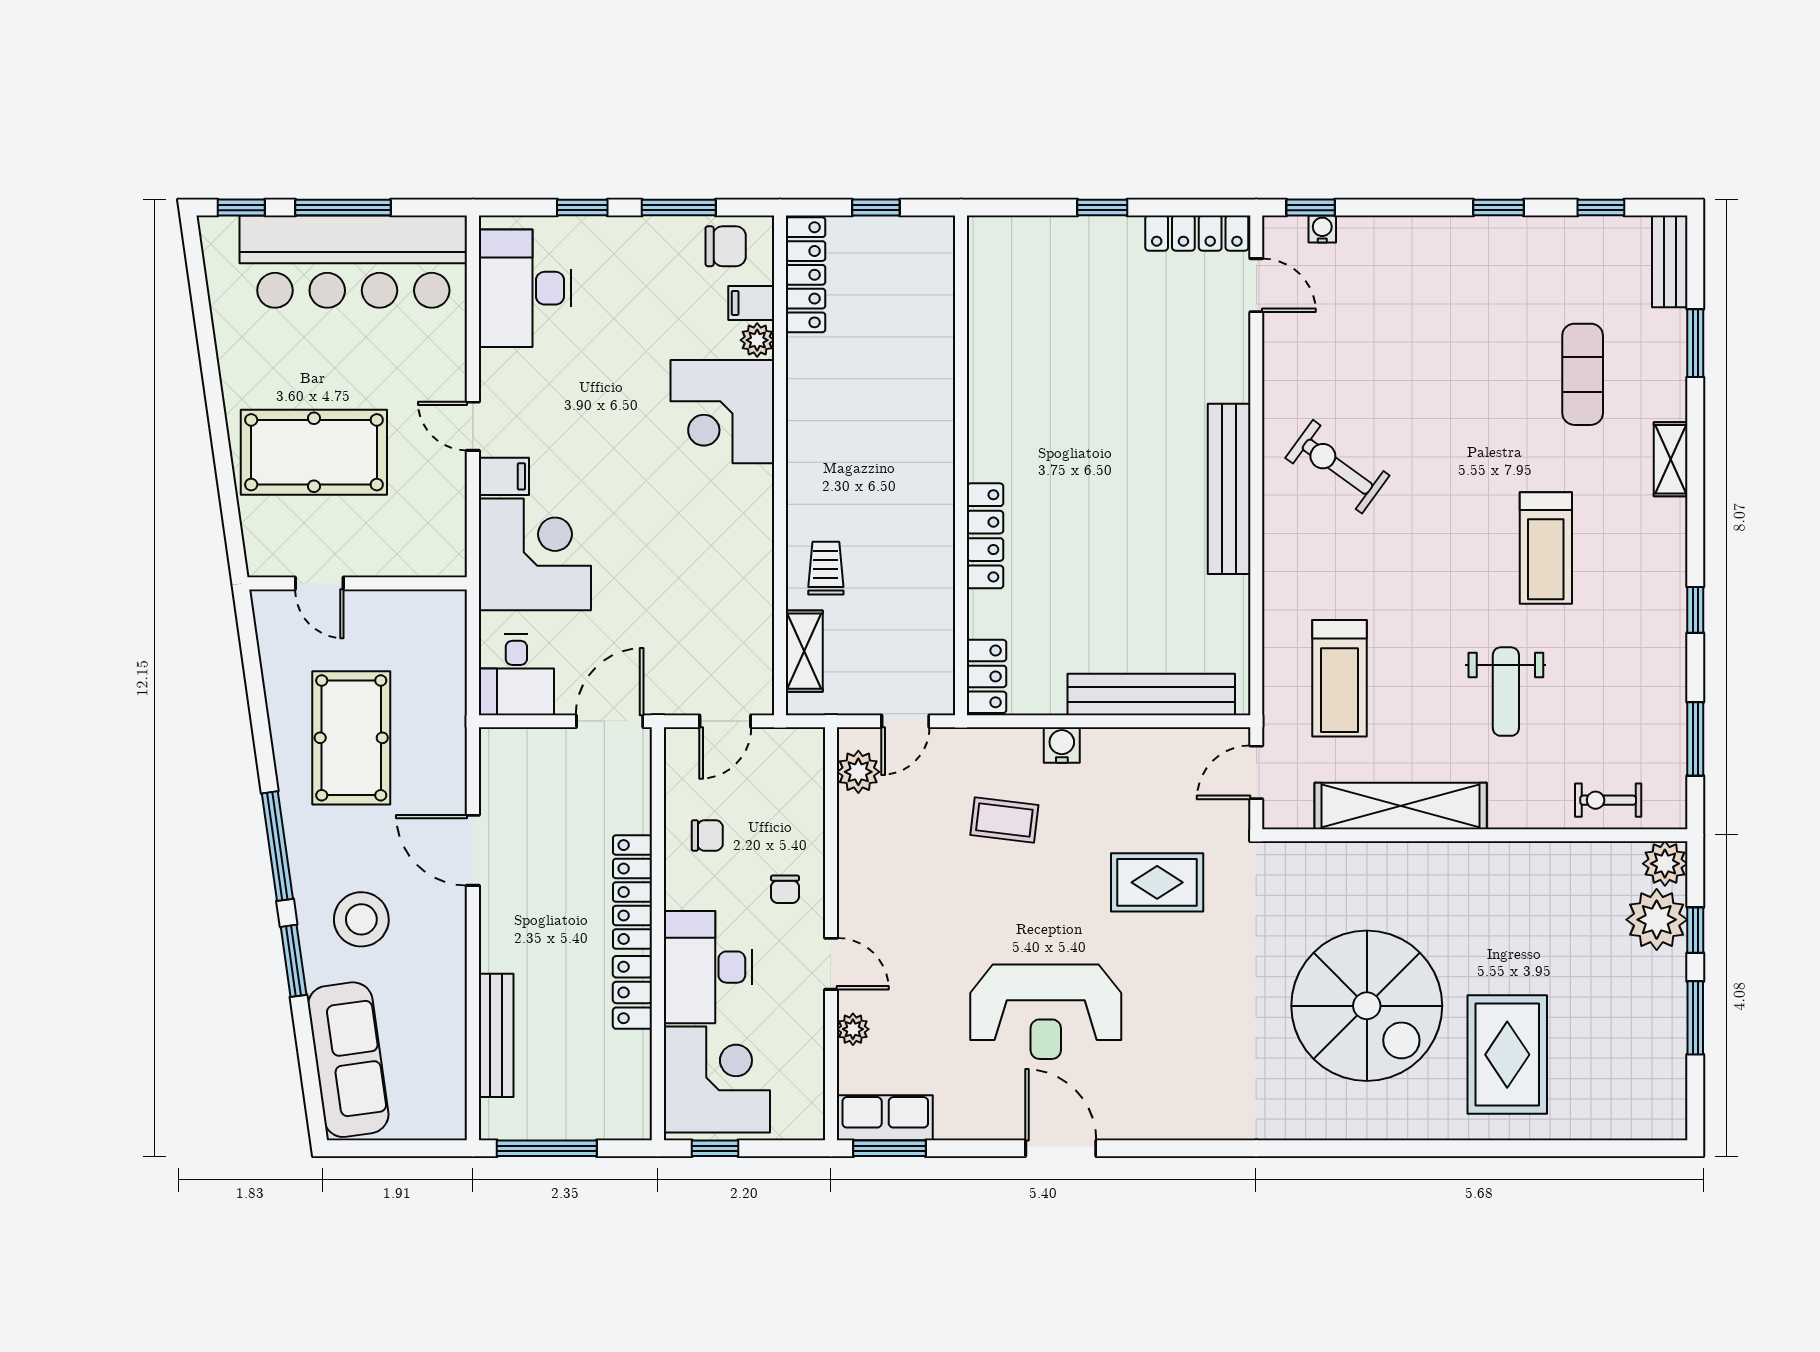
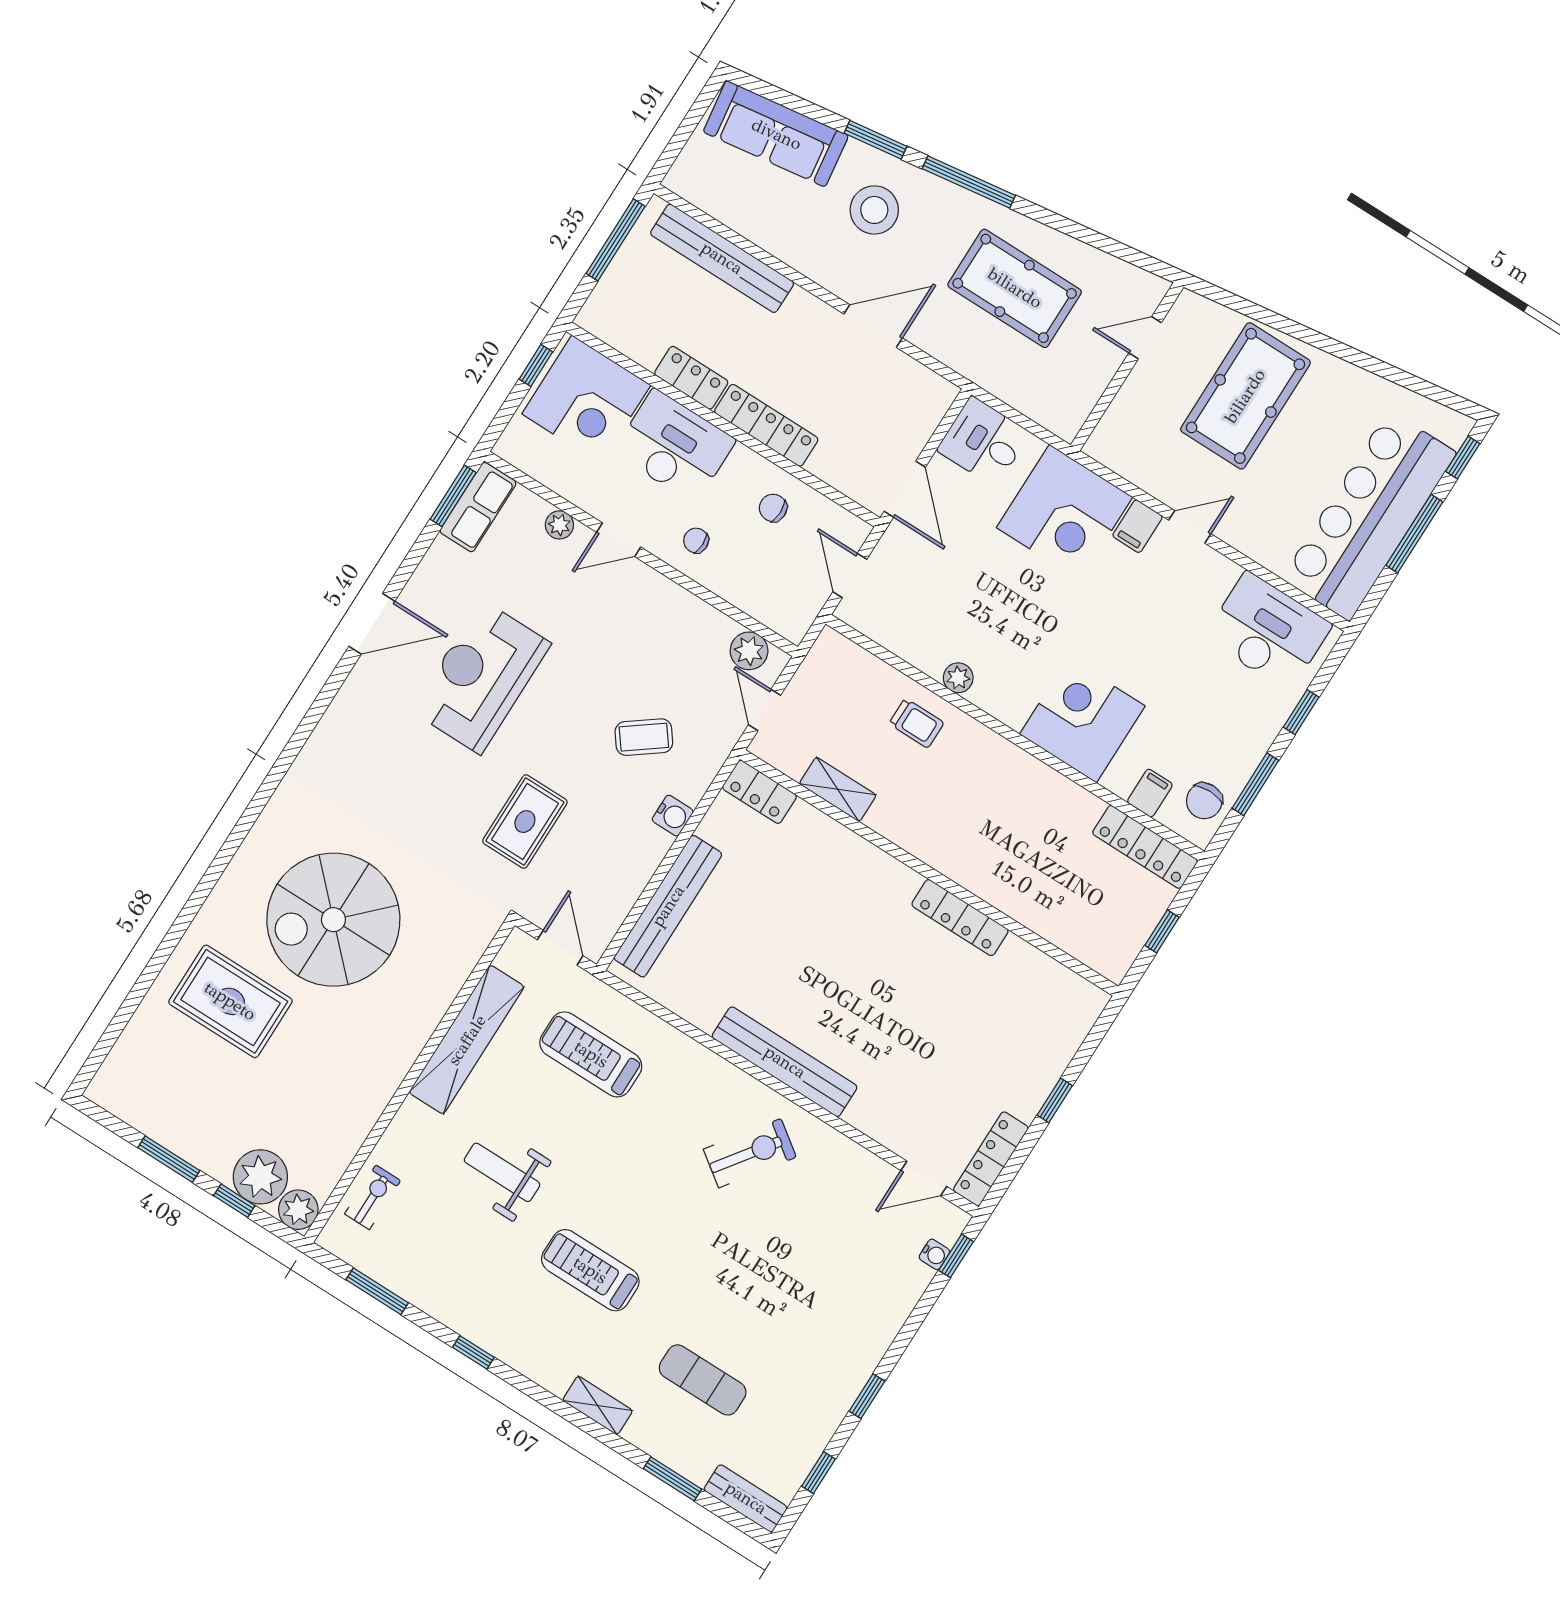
plant: (757, 340) -> (958, 678), moved
locker: (985, 536) -> (960, 917), moved
shelving: (804, 651) -> (838, 789), moved
coffee table: (1004, 820) -> (644, 737), turned 46
chair: (707, 835) -> (773, 508), turned 90
bench: (496, 1035) -> (722, 258), width x1.37, depth x1.21

